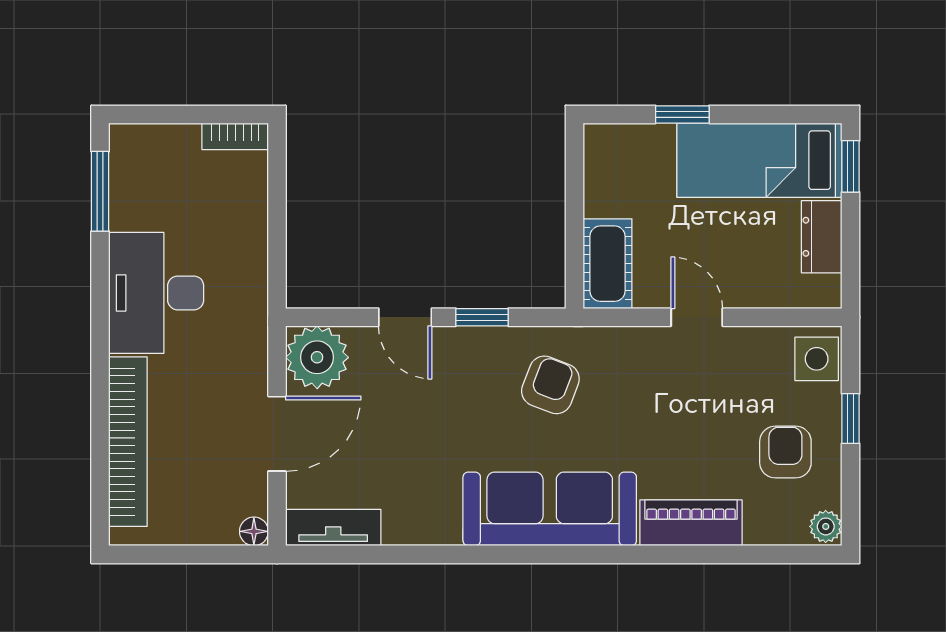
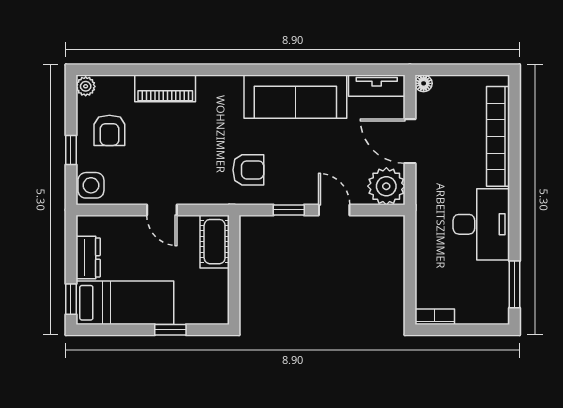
armchair: (550, 385) -> (248, 170), turned -111
door: (277, 434) -> (410, 141), hinge flipped
sofa: (550, 509) -> (295, 97), moved

